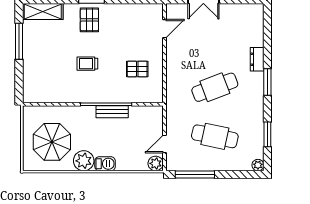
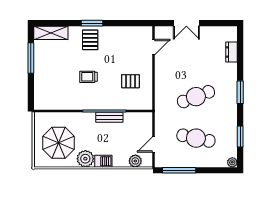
dresser: (257, 59) -> (232, 52), moved
plant: (156, 163) -> (135, 161), moved

